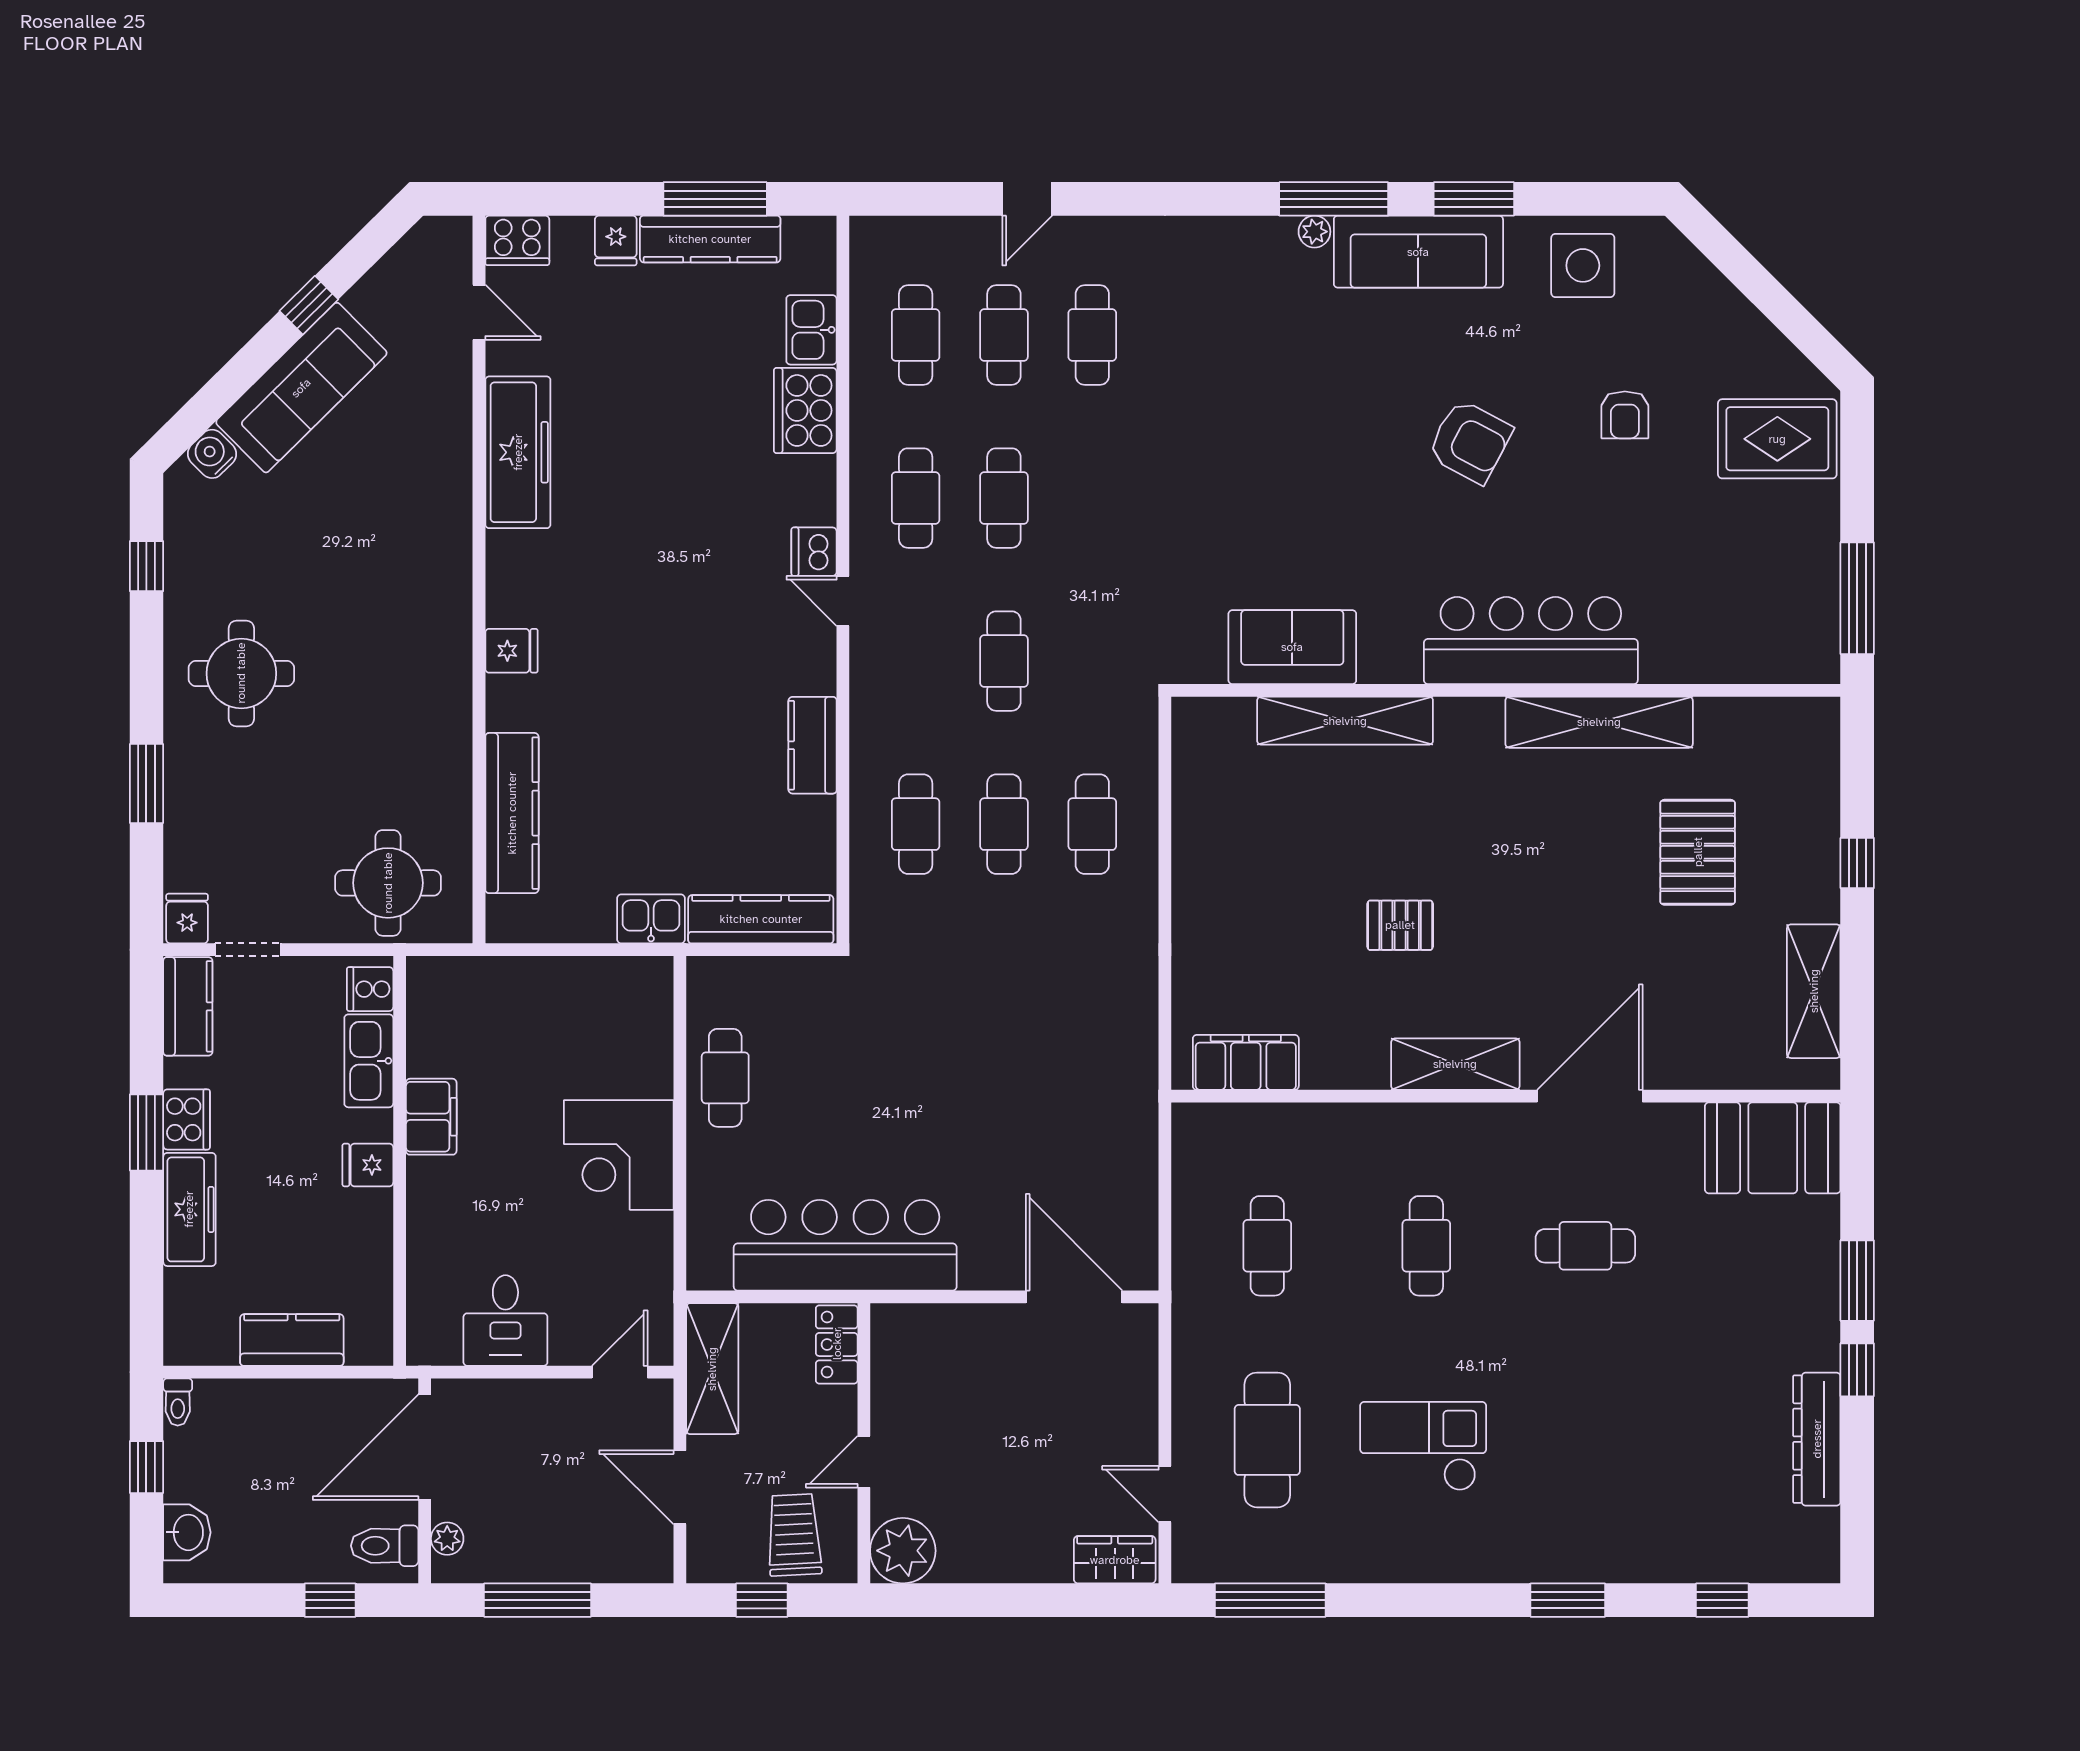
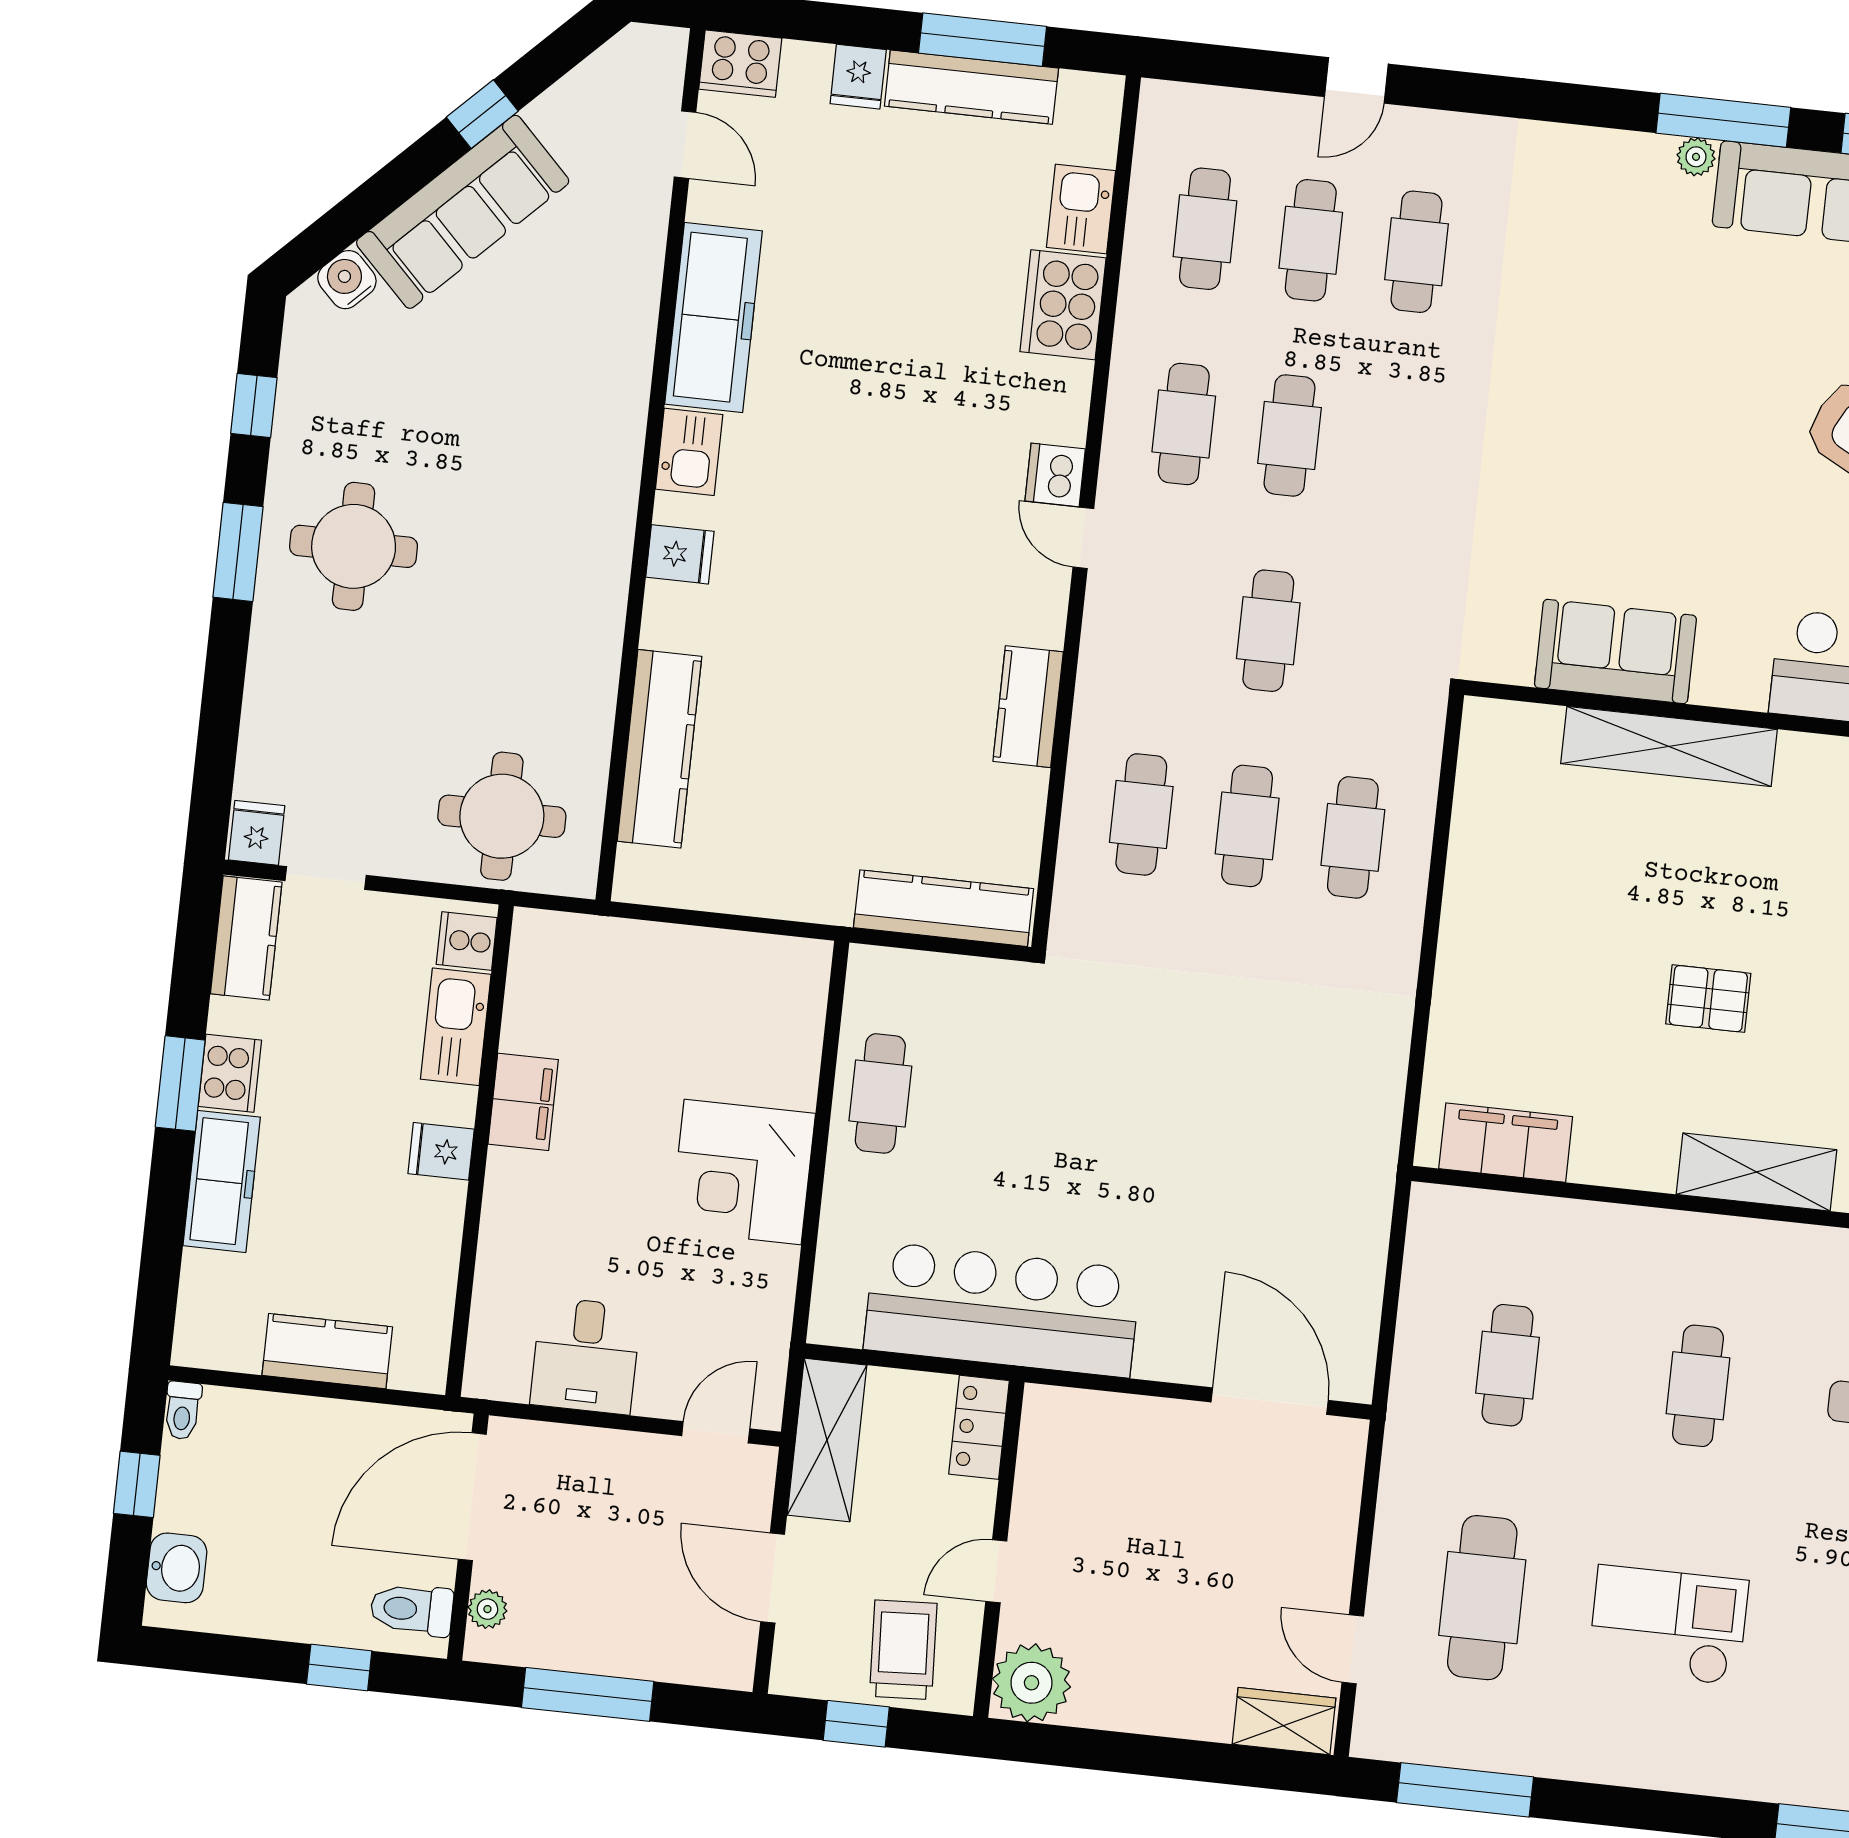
window: (146, 783) -> (238, 552), moved
kitchen sink: (651, 919) -> (689, 452), moved, turned 90

